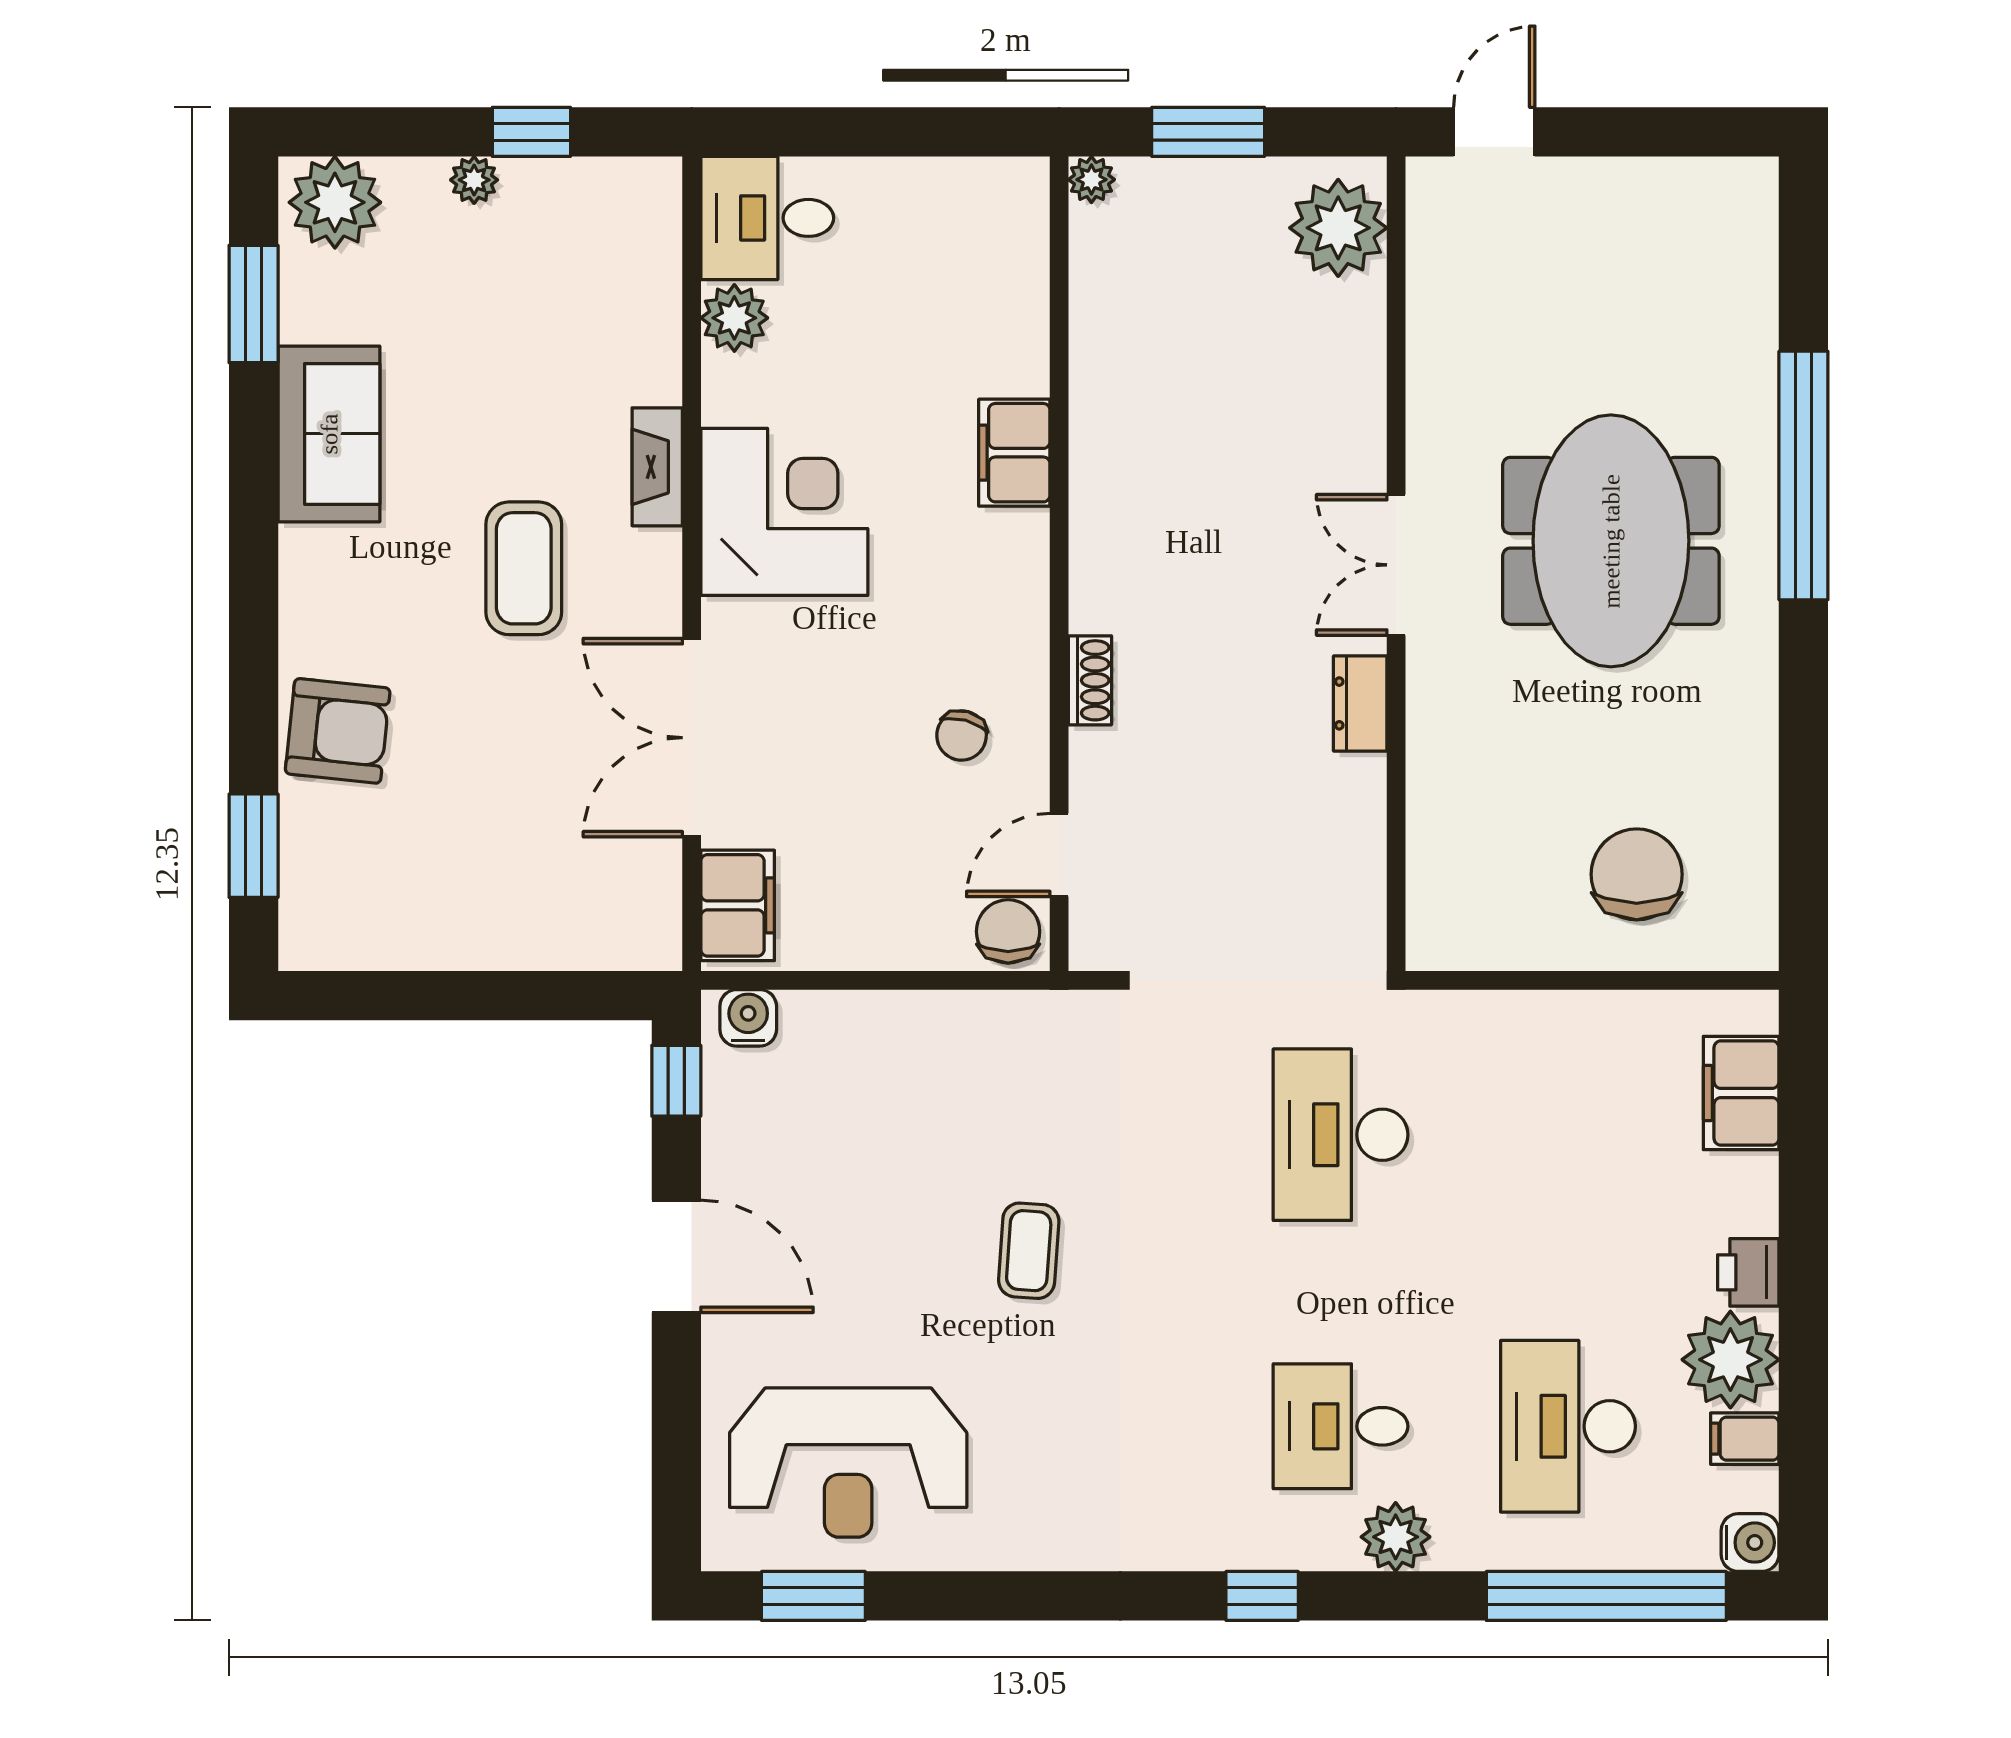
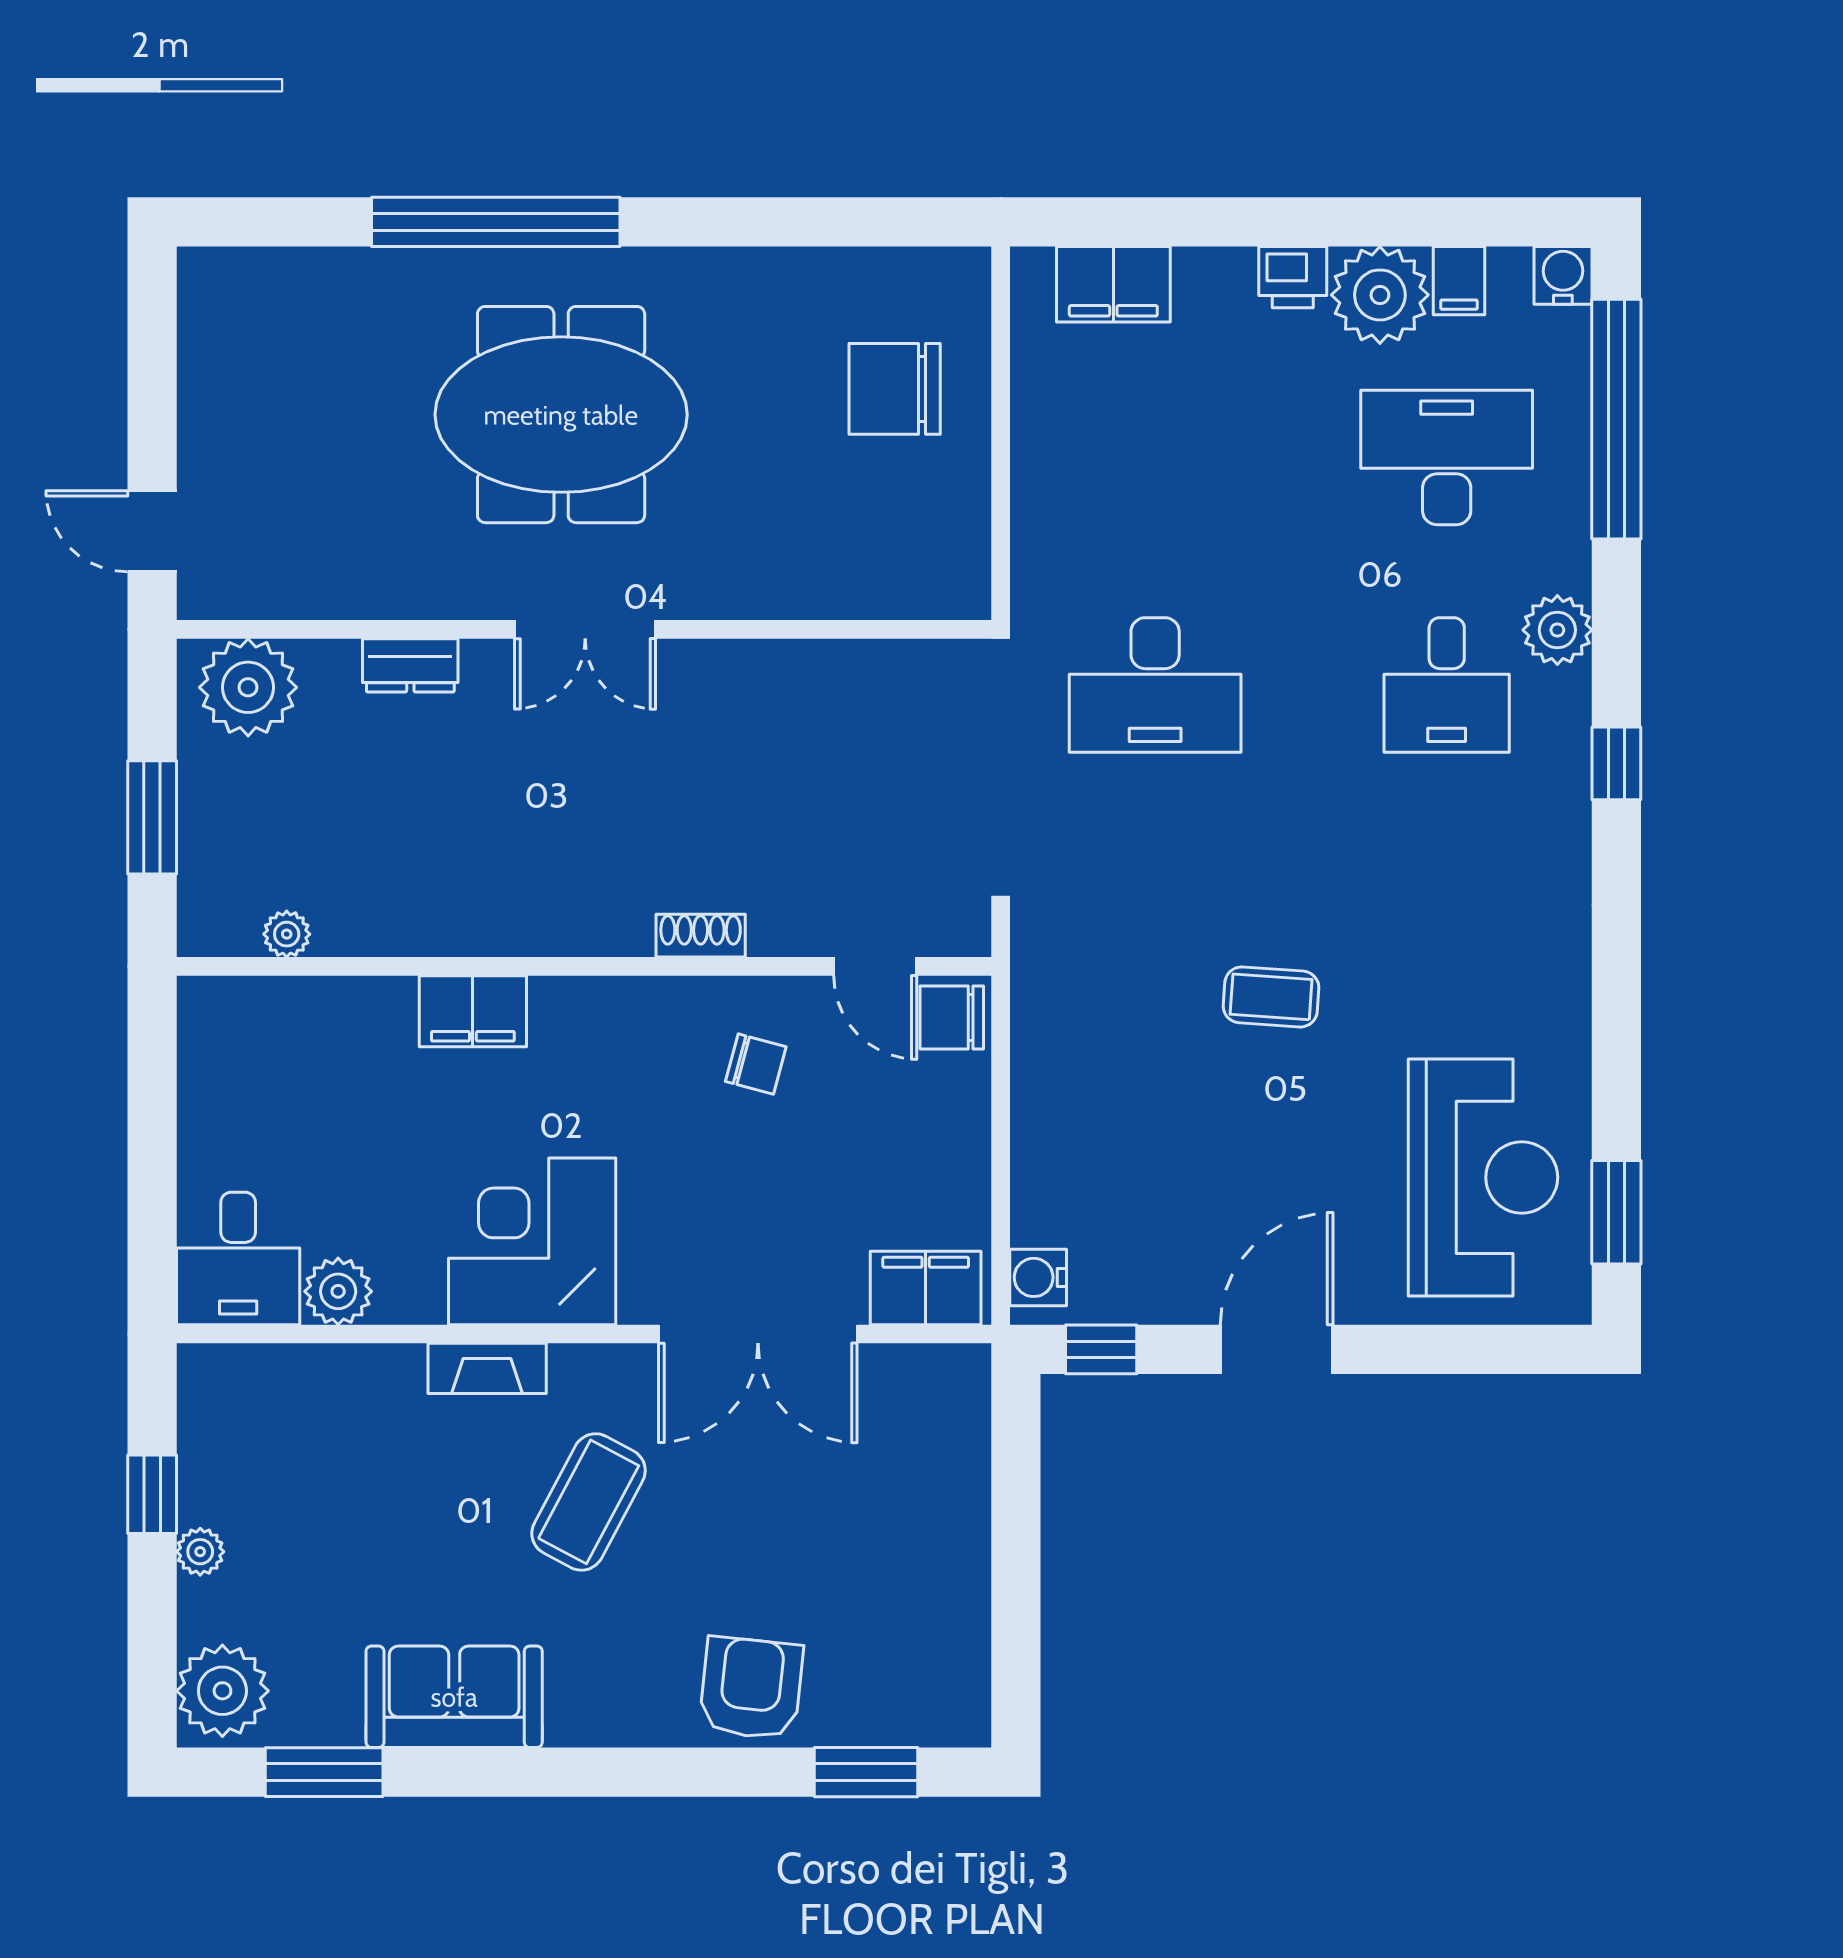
plant: (1091, 180) -> (287, 934), moved
coffee table: (524, 568) -> (589, 1502), turned -62
dresser: (1360, 703) -> (410, 665), moved
desk: (1568, 1426) -> (1447, 458), turned 180

